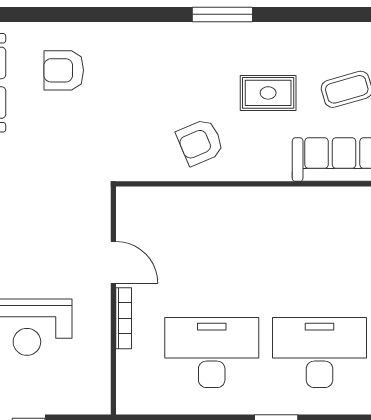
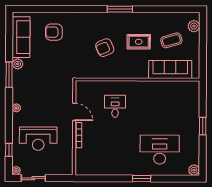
armchair: (200, 142) -> (105, 48), moved
desk: (212, 353) -> (115, 106), moved, width x0.53, depth x0.77

